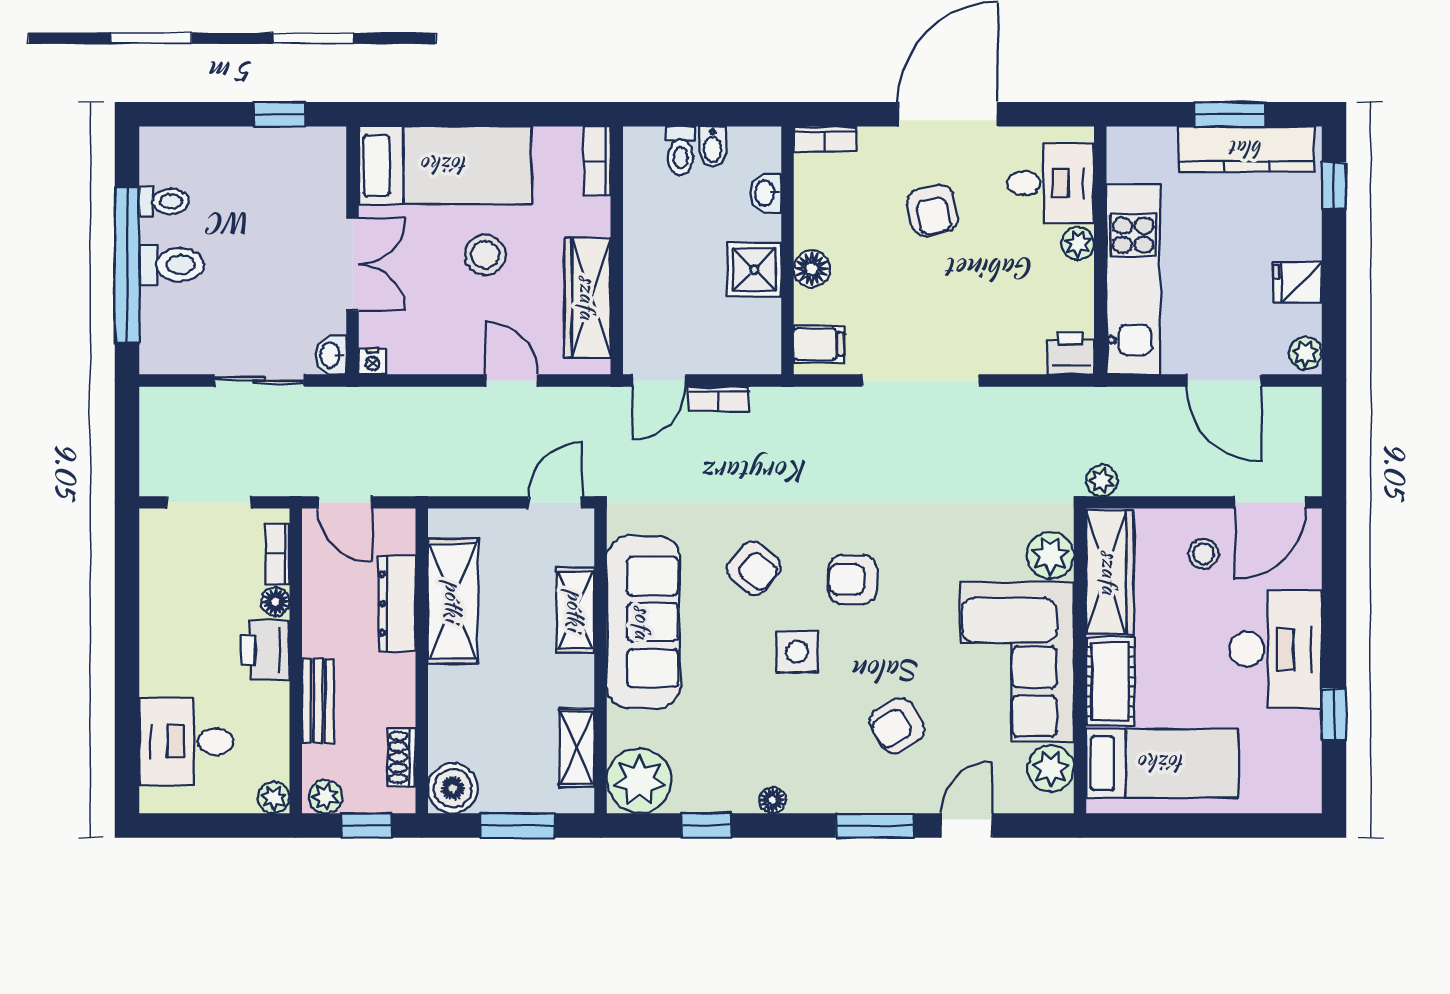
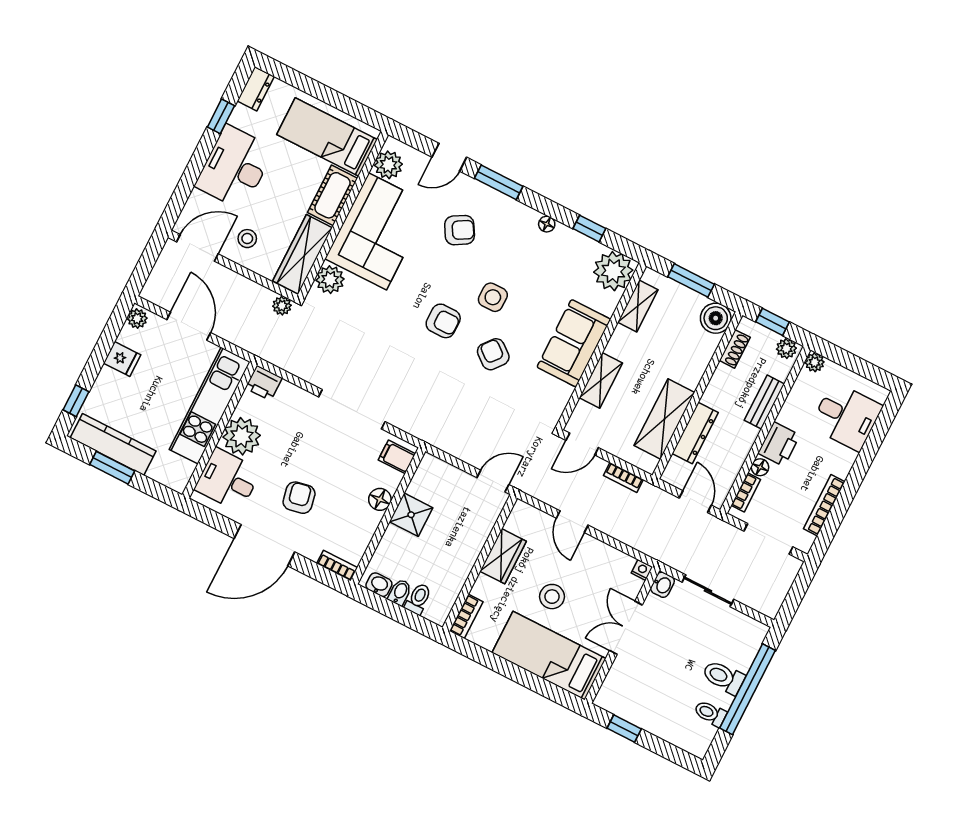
washbasin: (766, 193) -> (379, 585), moved, turned -90
plant: (1078, 243) -> (242, 436), width x1.88, depth x1.88
wardrobe: (588, 297) -> (503, 556), width x0.67
bookcase: (719, 399) -> (623, 477), moved, turned 180
bookcase: (152, 594) -> (824, 505), added
sofa: (643, 622) -> (574, 343), width x0.73
dresser: (1304, 781) -> (256, 89), added

